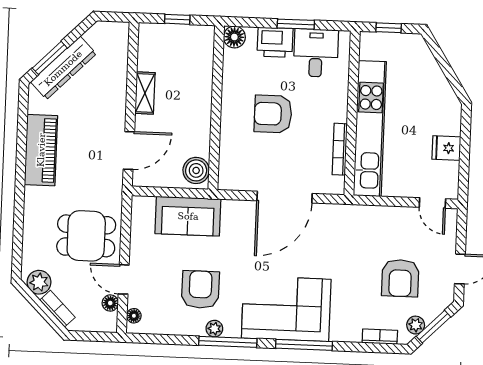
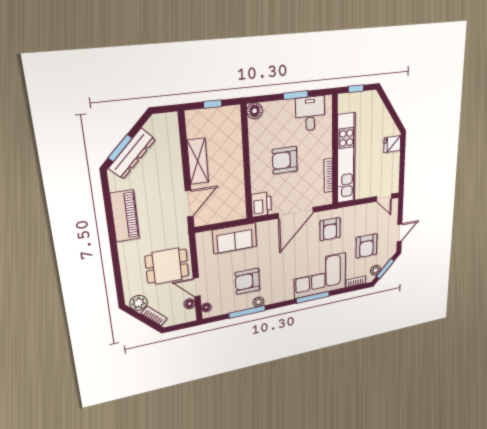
printer: (275, 42) -> (261, 204), moved, turned -90
shelving: (145, 93) -> (198, 161), width x1.50, depth x1.33
fridge: (446, 148) -> (392, 144), moved
boiler: (196, 170) -> (237, 208), removed
armchair: (339, 235) -> (330, 229), added
armchair: (200, 290) -> (247, 281), turned -90
corner sofa: (286, 309) -> (320, 276), moved
window: (228, 342) -> (247, 312), moved

